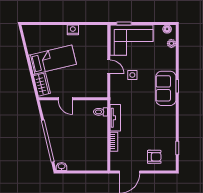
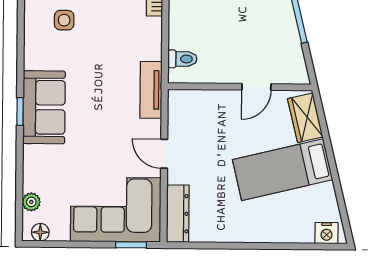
nightstand: (73, 30) -> (327, 233), moved
dresser: (102, 38) -> (178, 214), added
side table: (132, 75) -> (64, 20), moved
door: (65, 99) -> (256, 87), swing flipped
tv unit: (115, 118) -> (151, 90), moved

